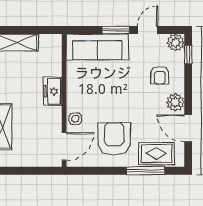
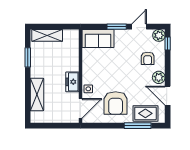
sofa: (97, 47) -> (98, 38), width x0.73
freezer: (53, 91) -> (72, 82), moved
armchair: (114, 139) -> (116, 103), turned 180

